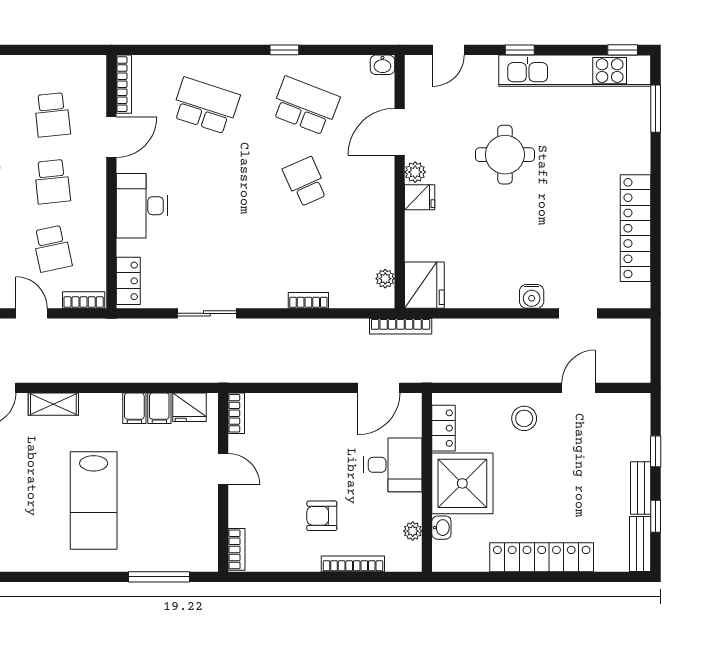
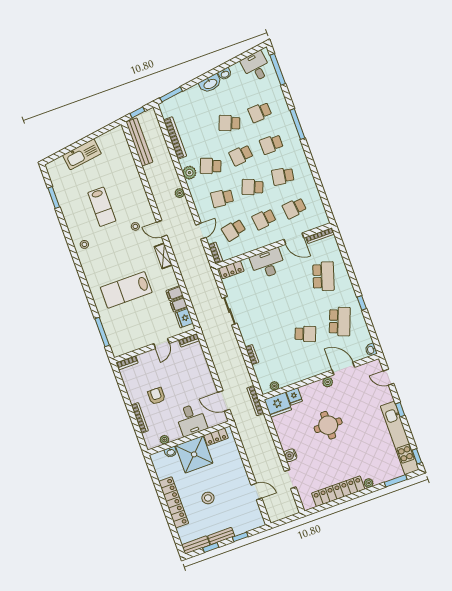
round table: (505, 155) -> (328, 425), moved
plant: (641, 163) -> (369, 483), added
school desk: (305, 182) -> (305, 334), turned 45
fridge: (420, 197) -> (294, 396), moved
stool: (524, 418) -> (208, 498), moved

